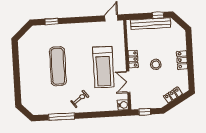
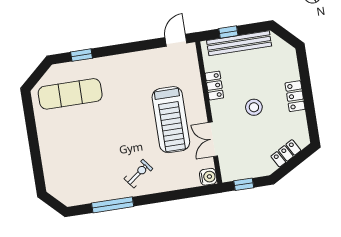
window: (158, 15) -> (228, 32), moved
locker: (133, 59) -> (214, 86), moved
exercise mat: (58, 66) -> (70, 94), moved, turned 90

